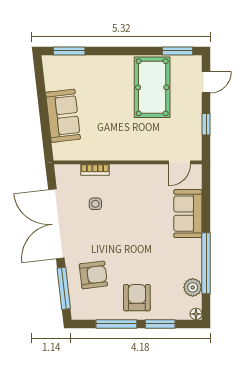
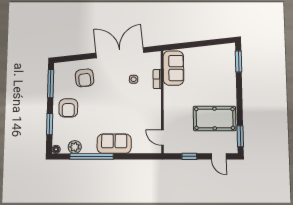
sofa: (63, 116) -> (173, 68), moved, turned -83
sofa: (188, 214) -> (114, 144), moved
window: (64, 288) -> (76, 58), removed
armchair: (137, 298) -> (68, 108), turned 90
window: (116, 324) -> (51, 84), moved

